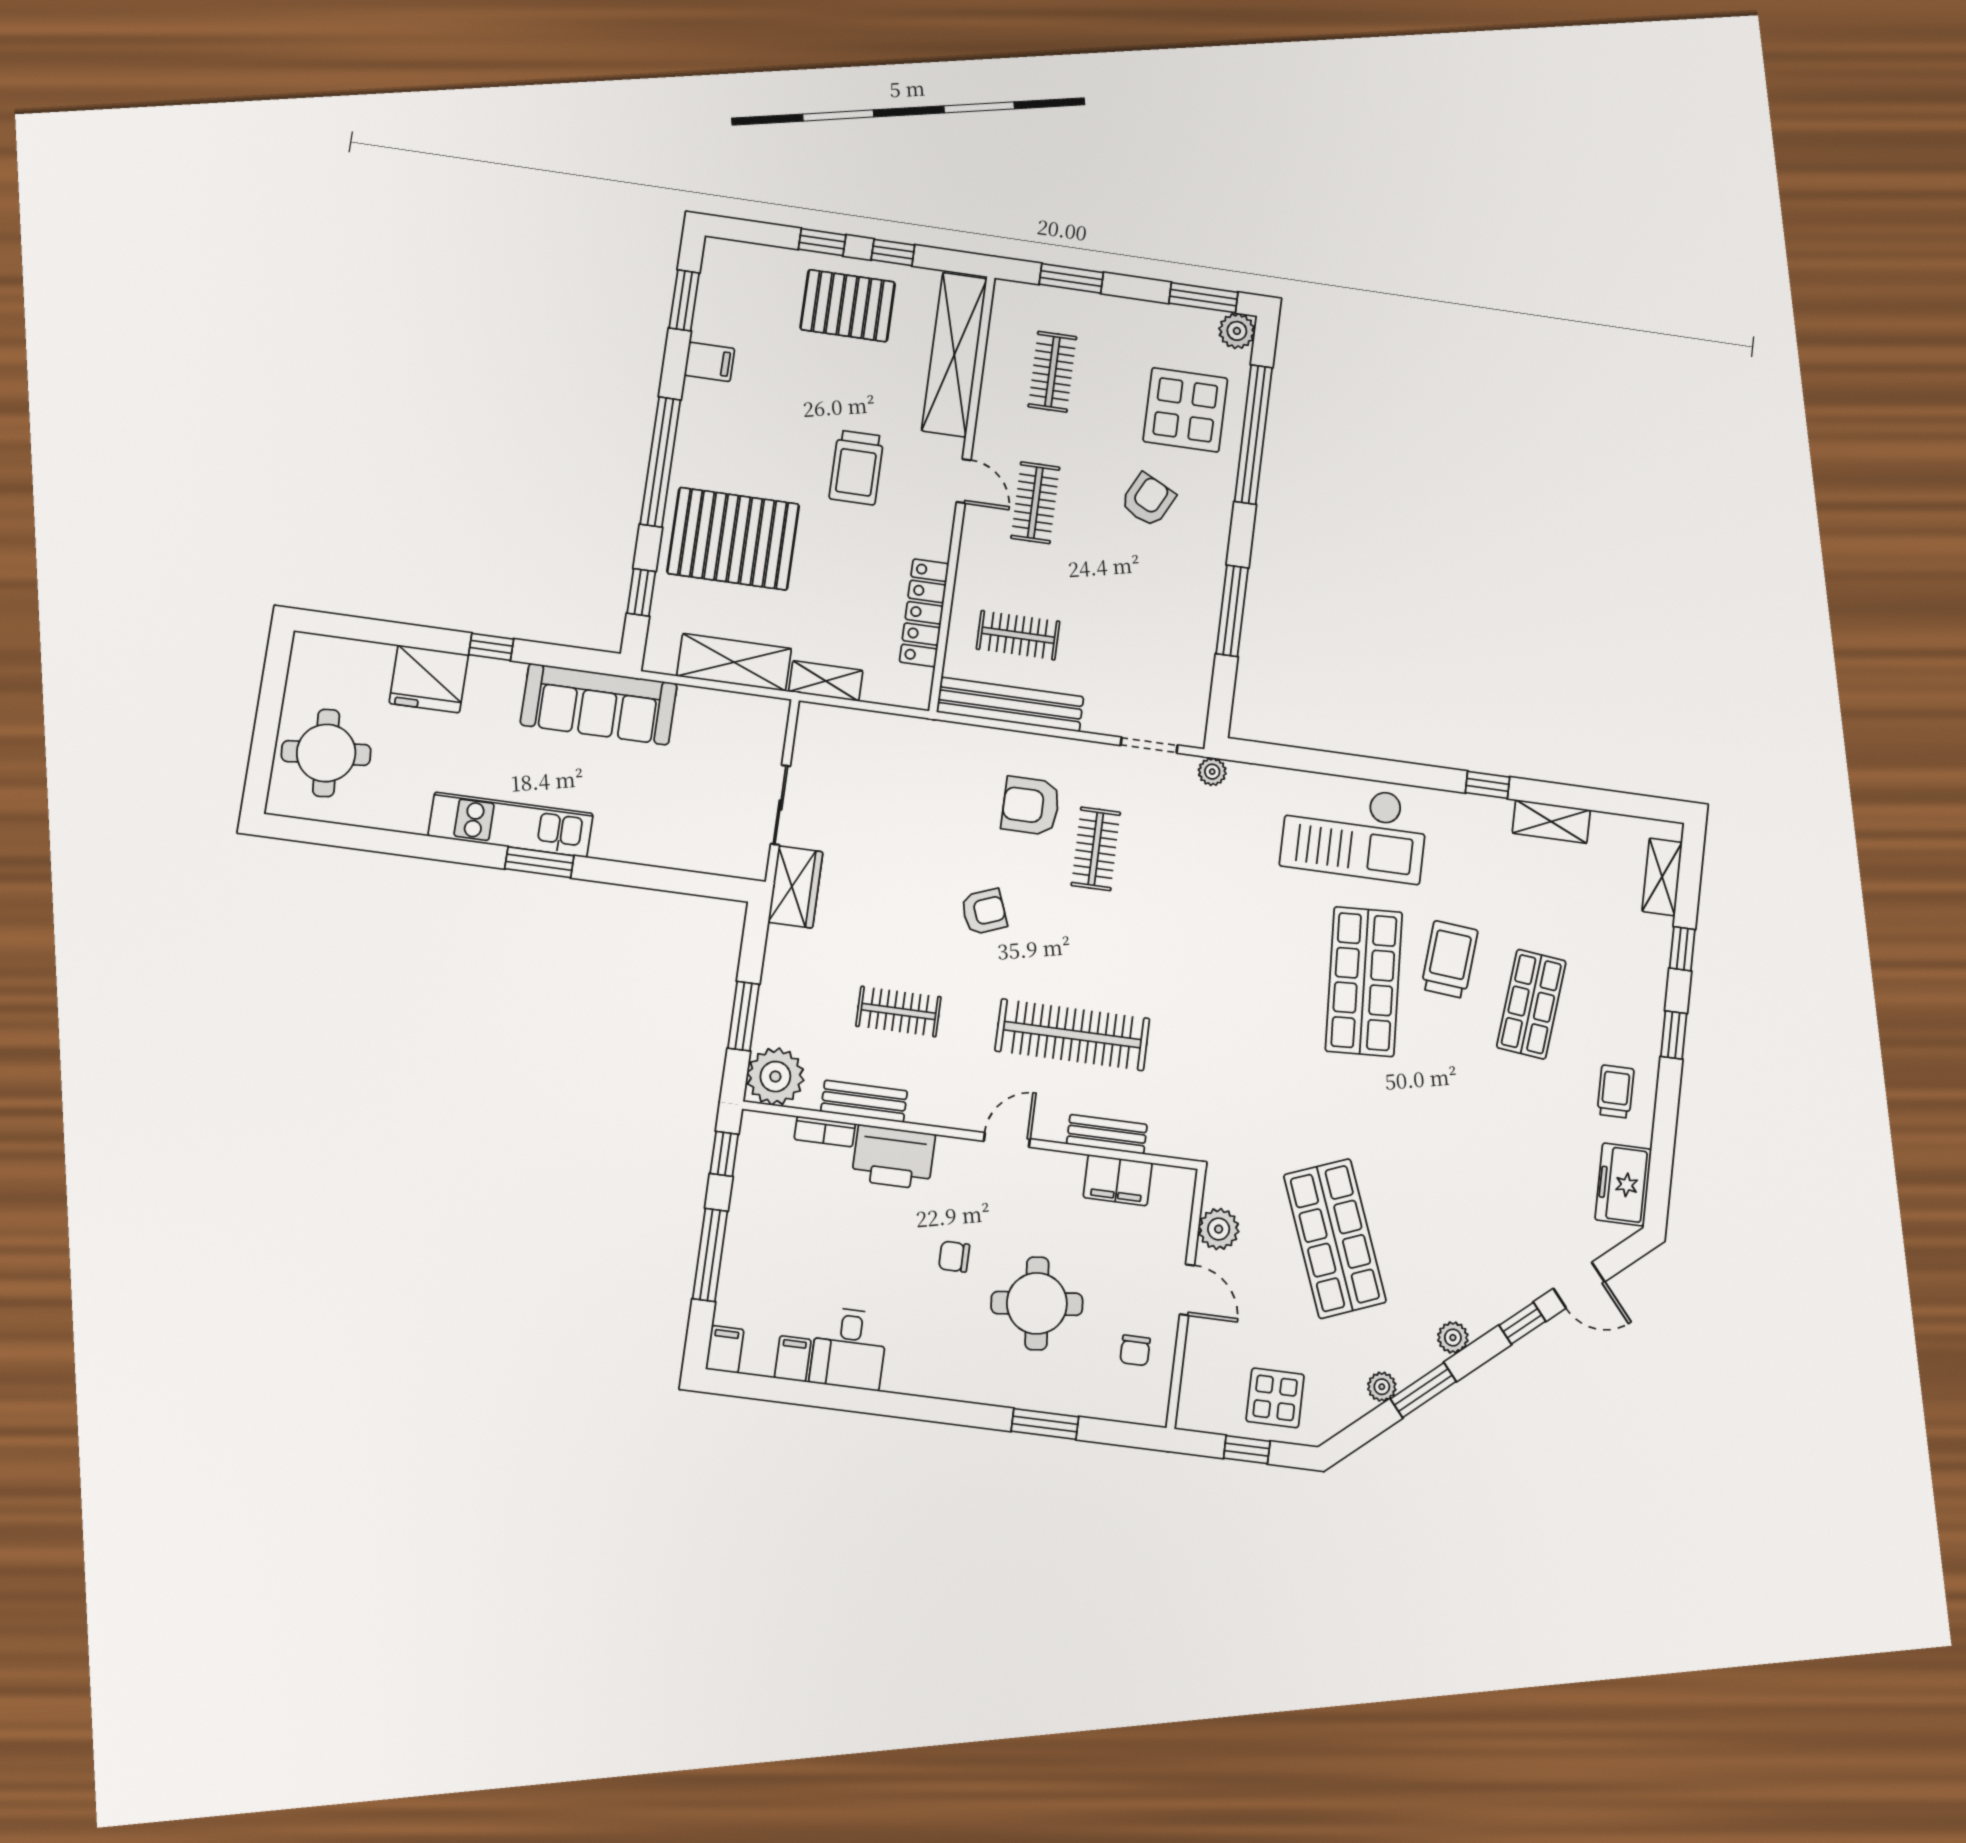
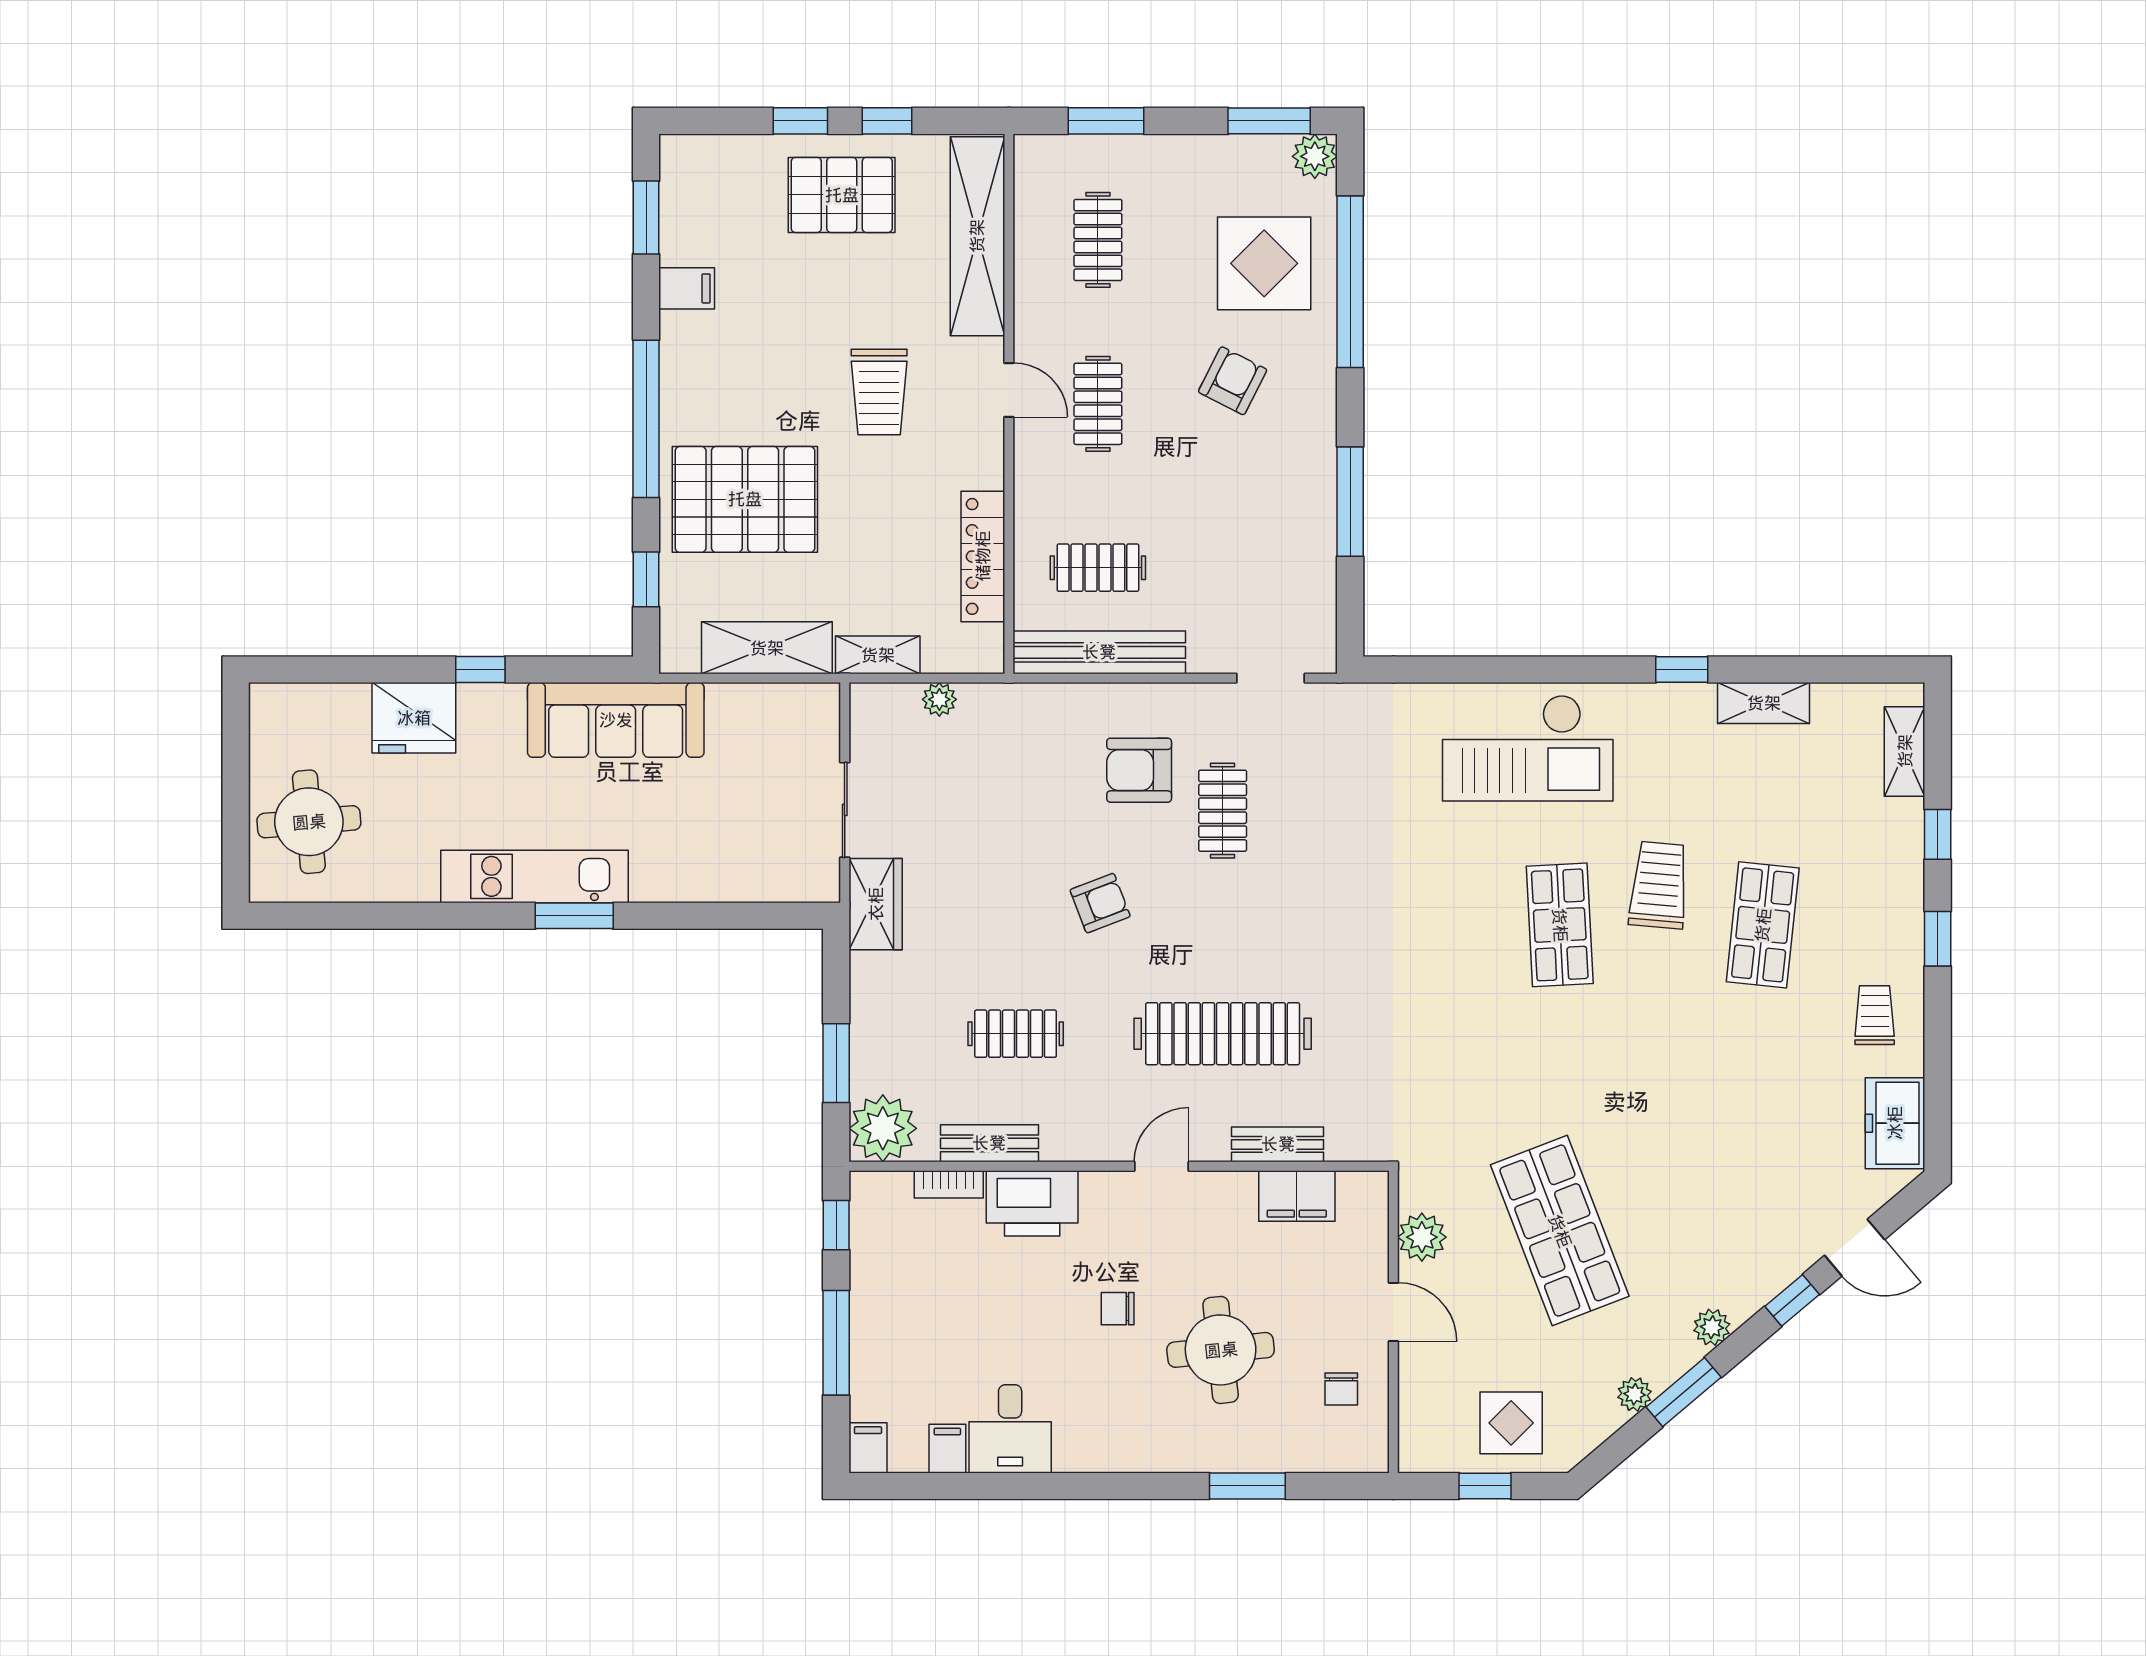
plant: (1212, 772) -> (939, 699), moved
shop shelf: (1364, 982) -> (1560, 925), width x0.70, depth x0.74

